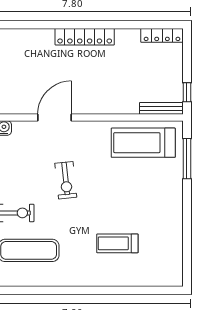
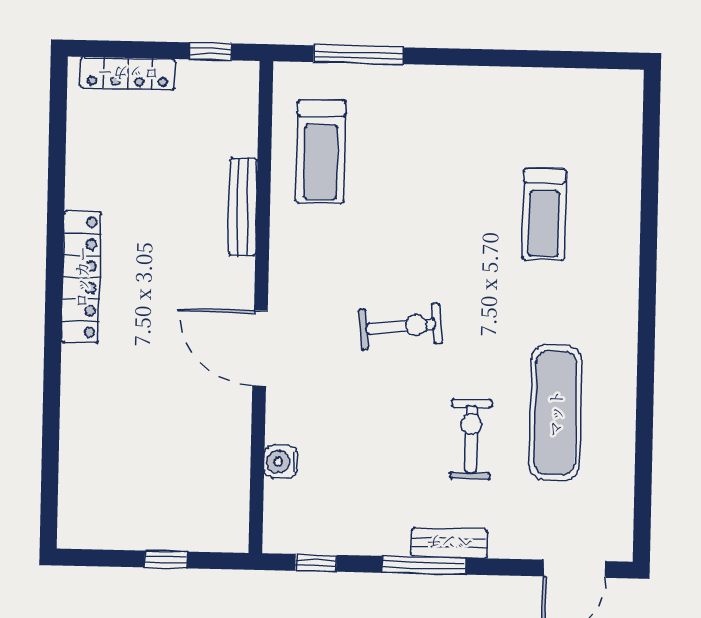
locker: (162, 35) -> (128, 74), moved, turned 90
bench: (161, 108) -> (243, 207), moved
treadmill: (143, 143) -> (321, 152), width x0.73, depth x0.73

